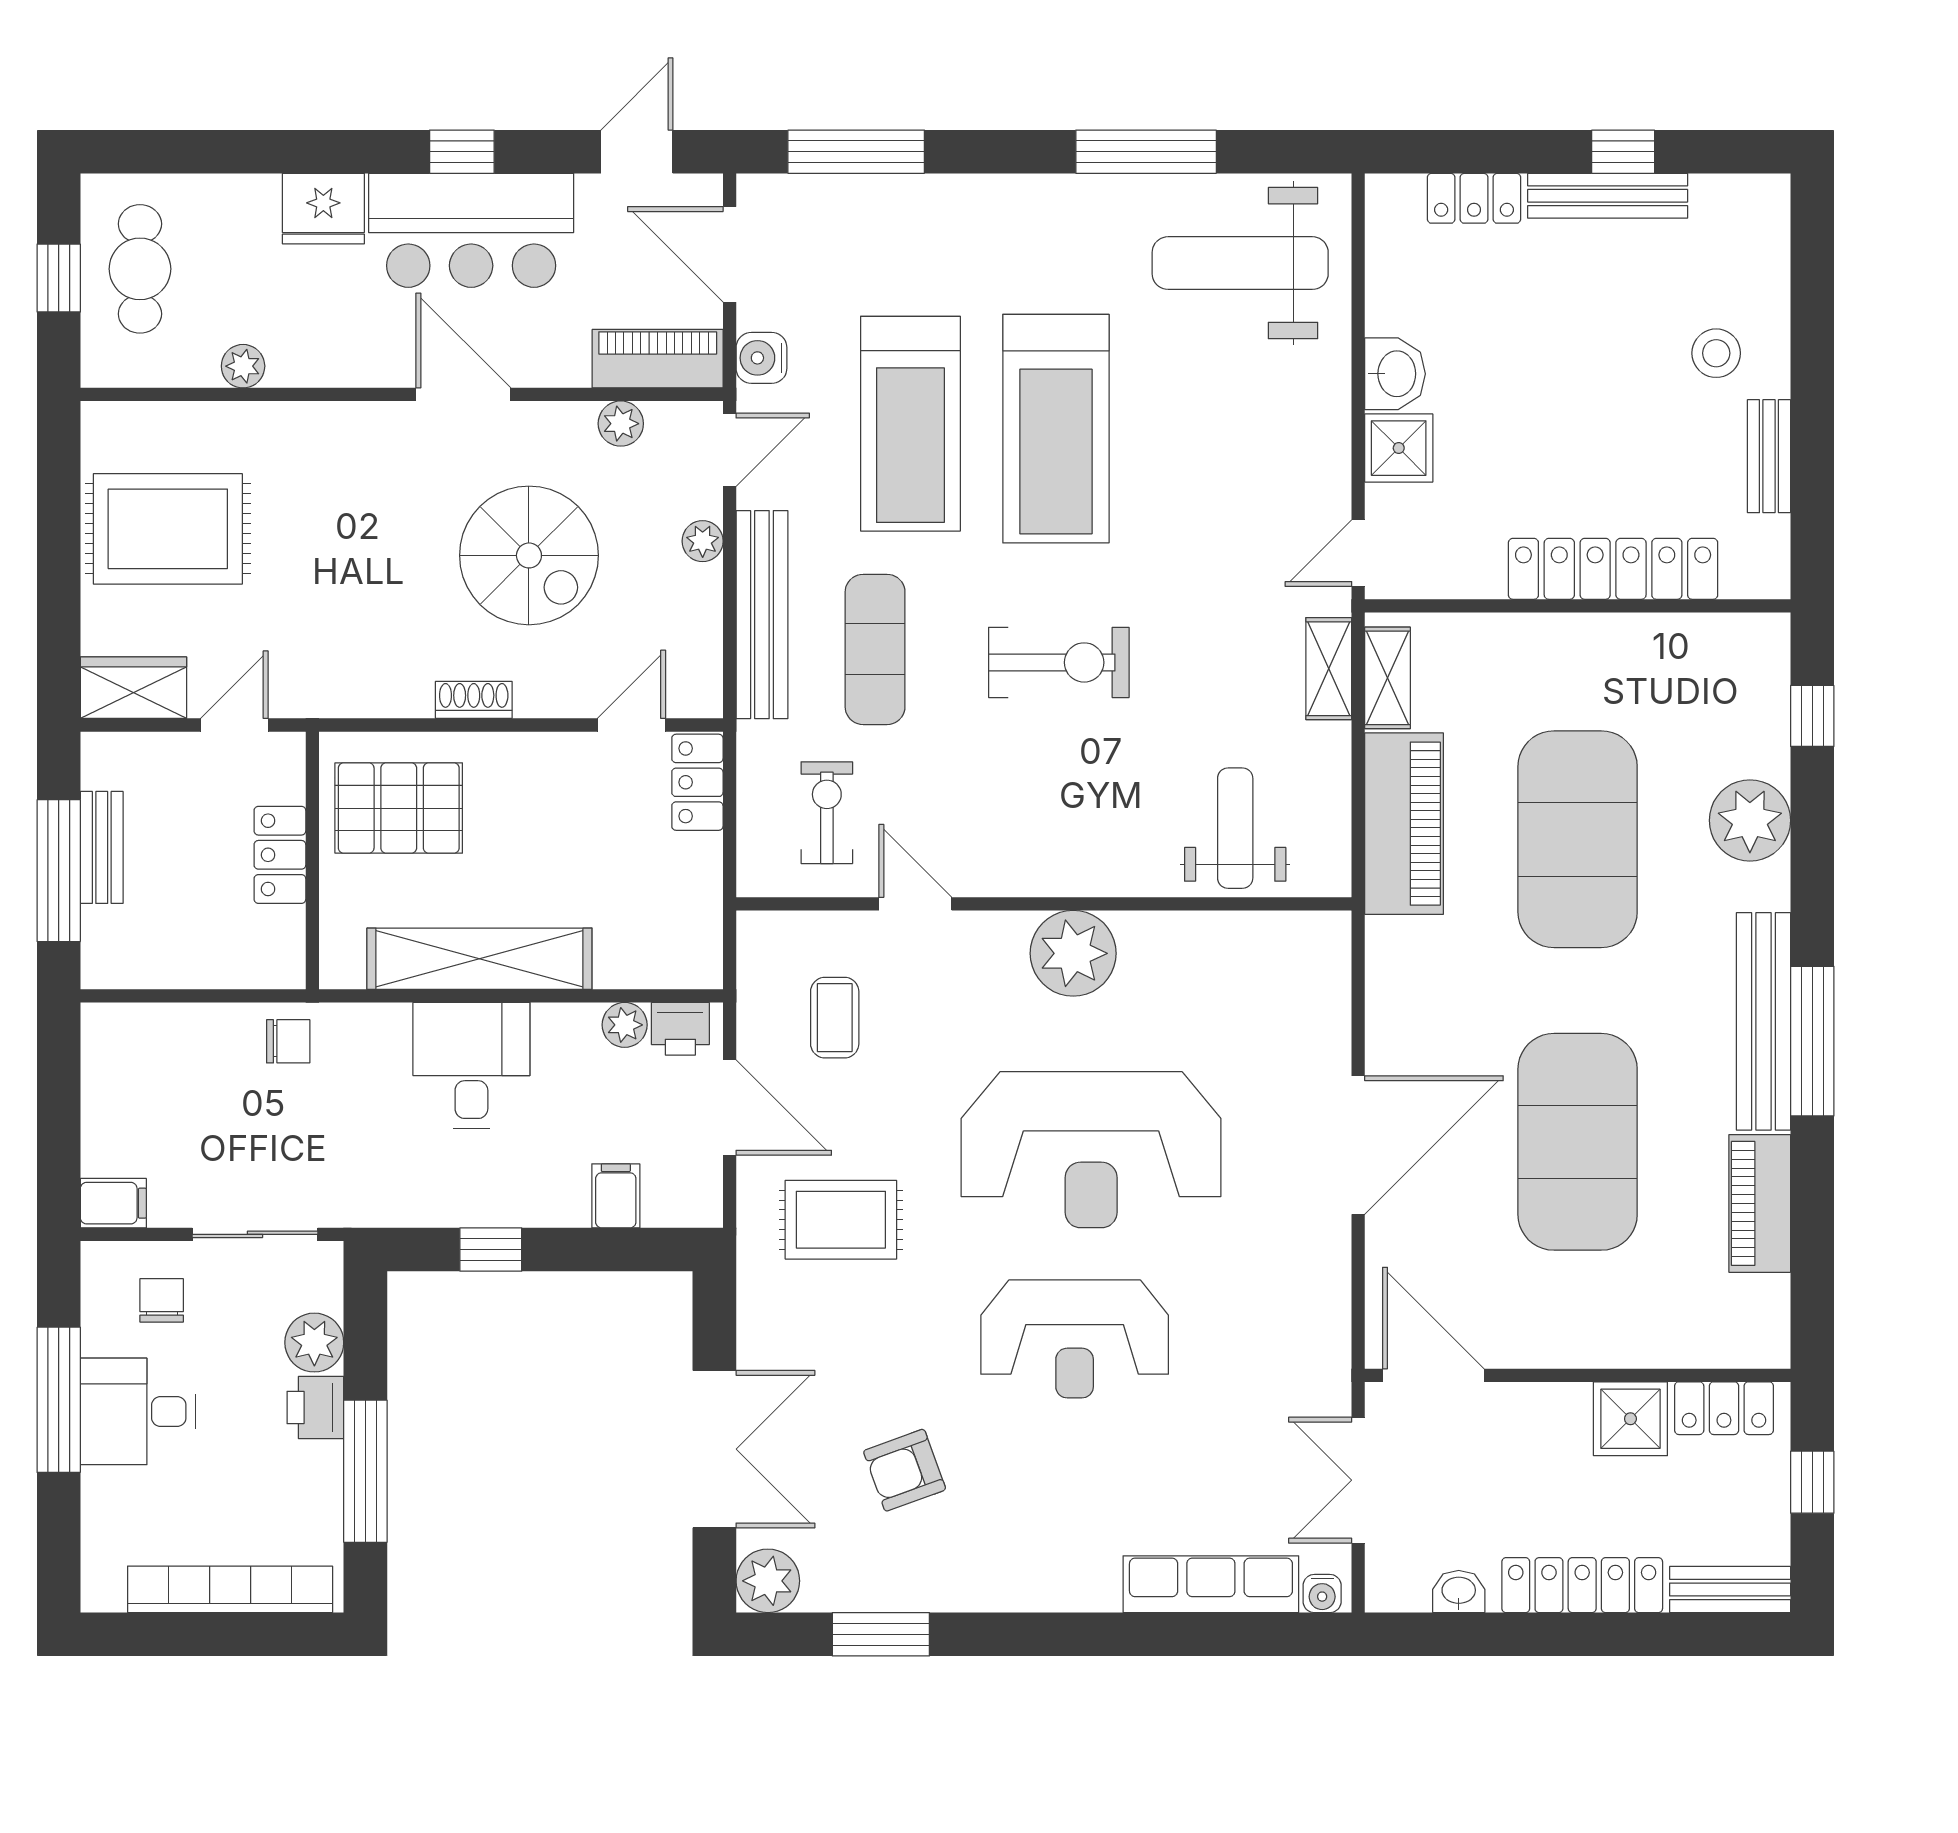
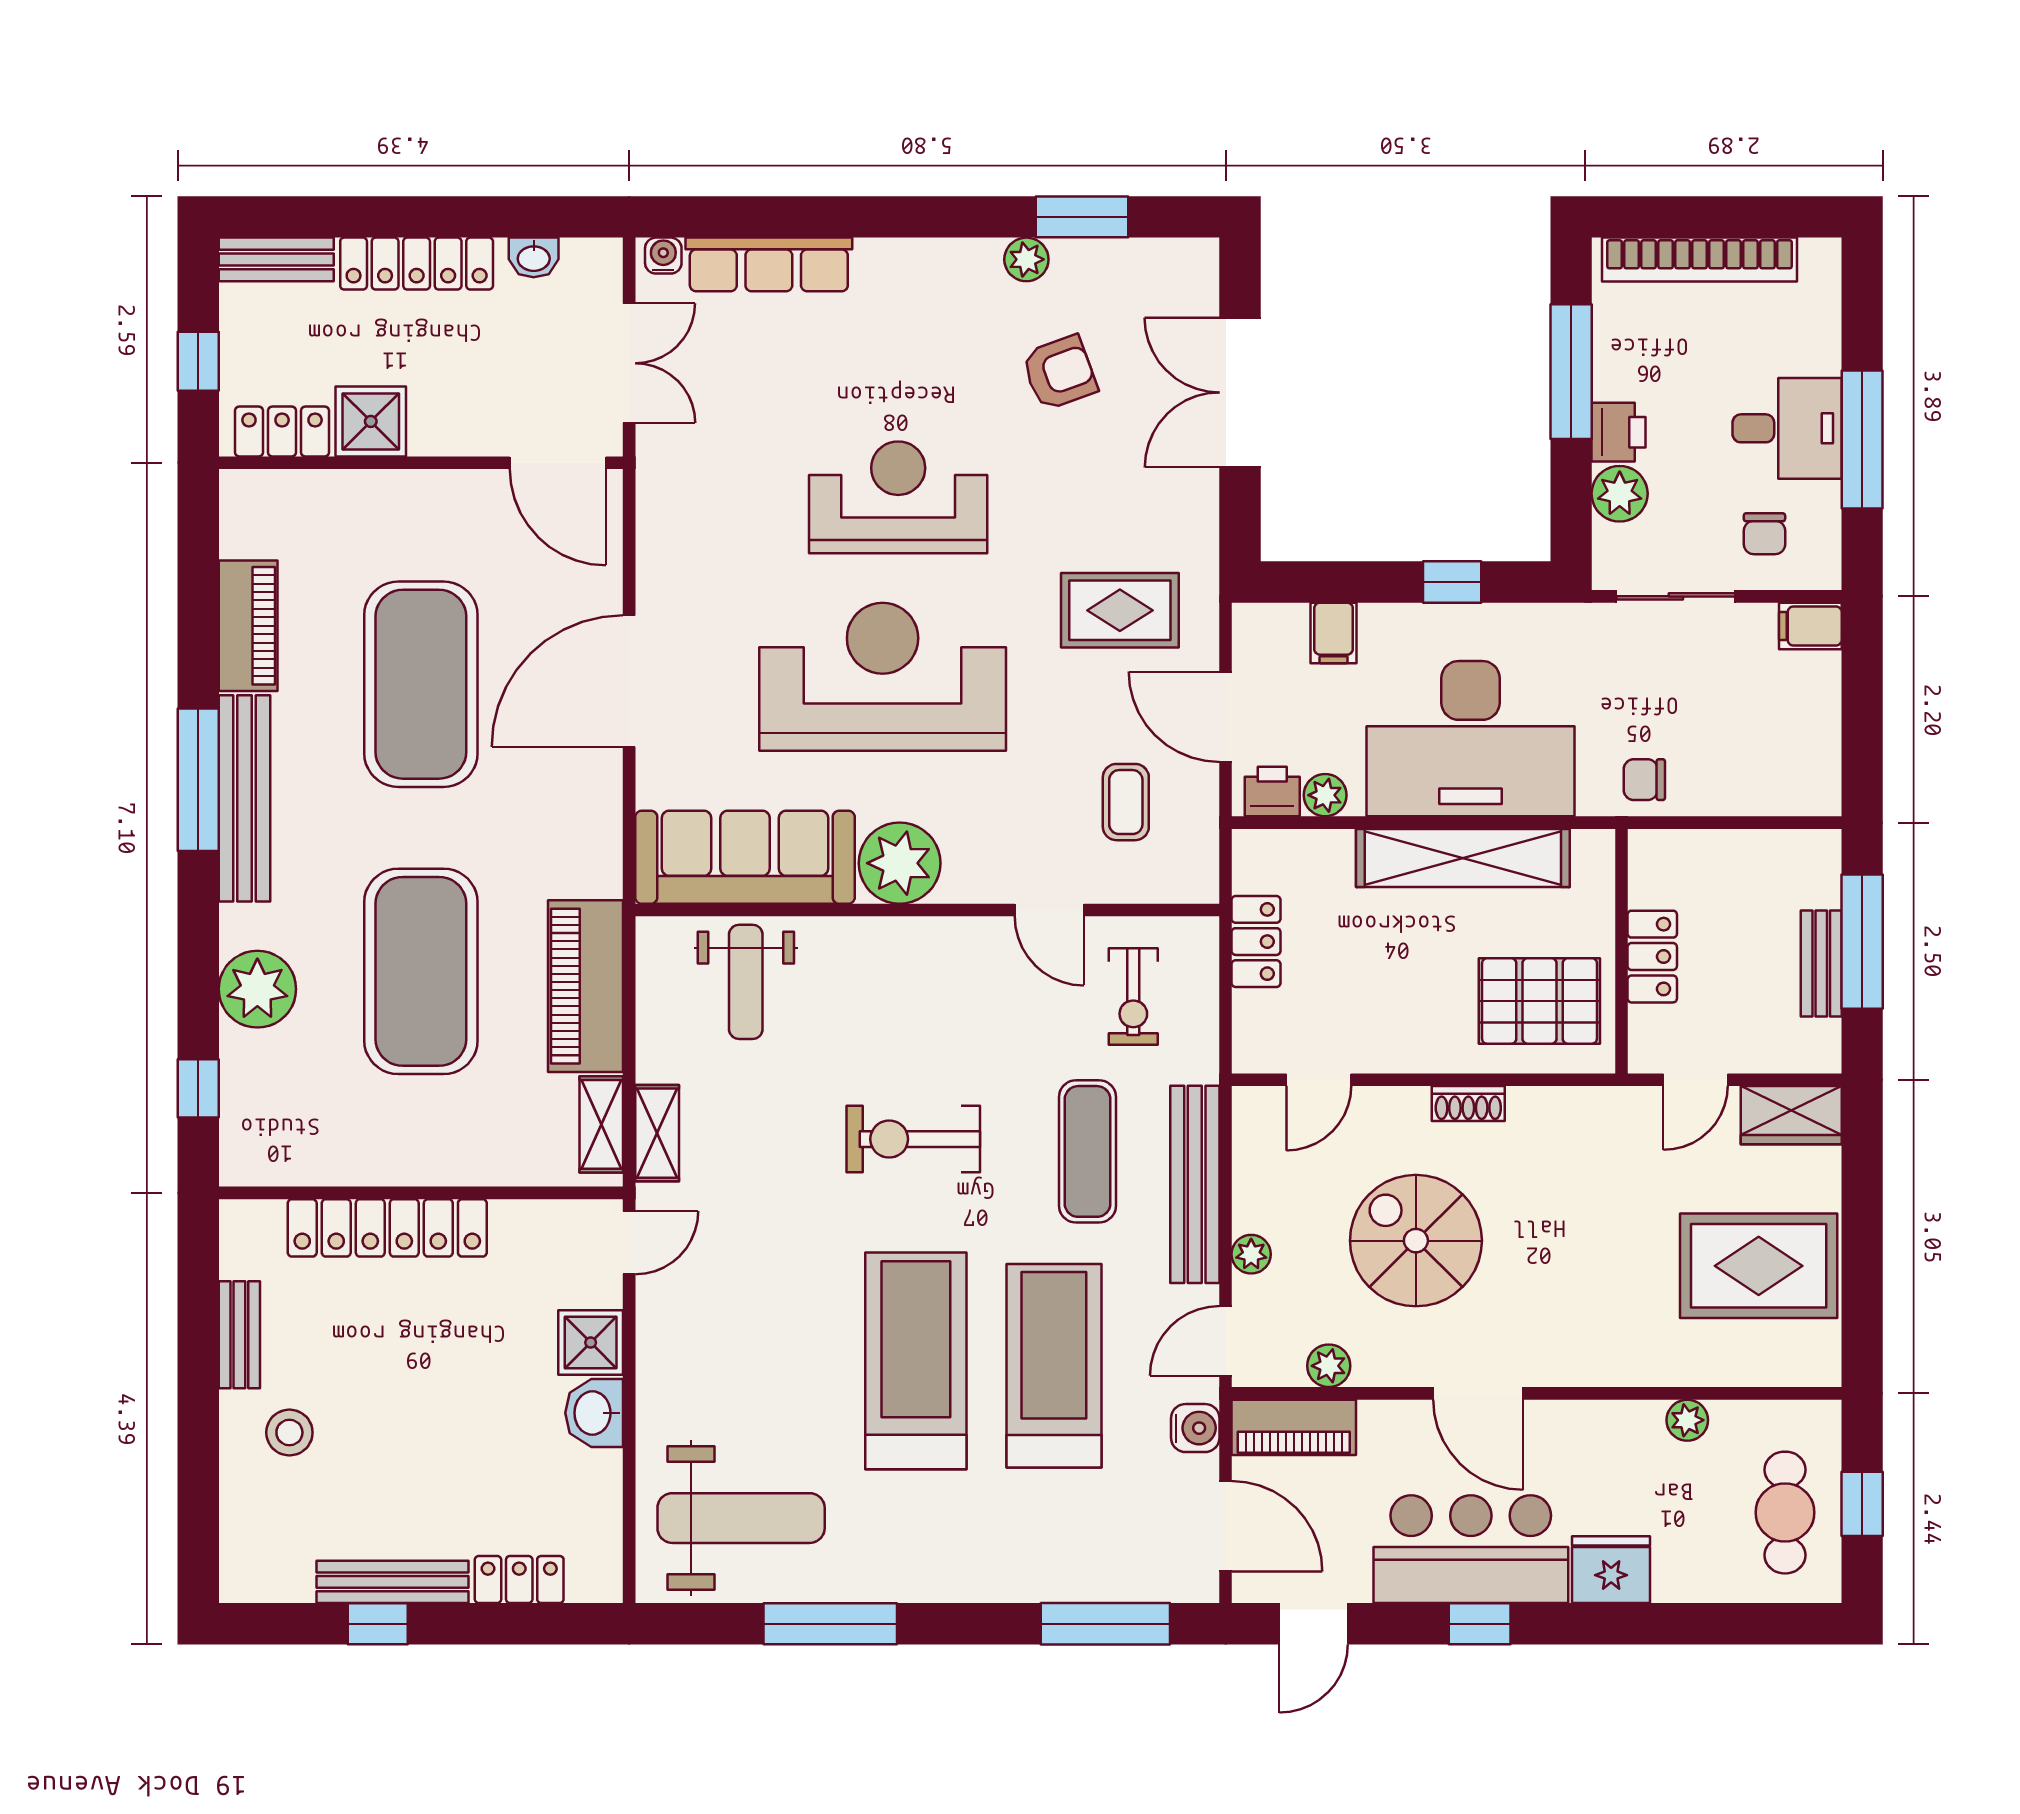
locker: (697, 782) -> (1256, 942), moved
sofa: (1236, 959) -> (745, 857), added
desk: (471, 1066) -> (1471, 739), width x1.87, depth x1.30
plant: (768, 1581) -> (1026, 259), moved, width x0.73, depth x0.73

